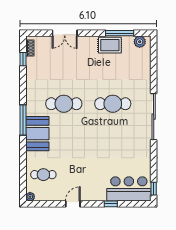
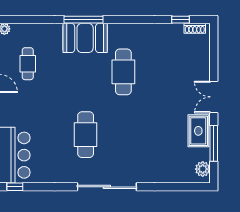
double door: (65, 33) -> (214, 97), moved
cafe table: (113, 104) -> (86, 135), moved
window: (23, 120) -> (83, 20), moved
cafe table: (43, 175) -> (28, 64), moved

